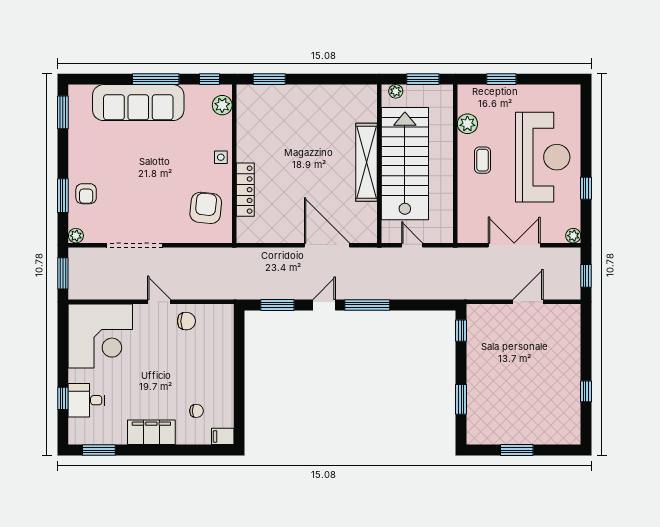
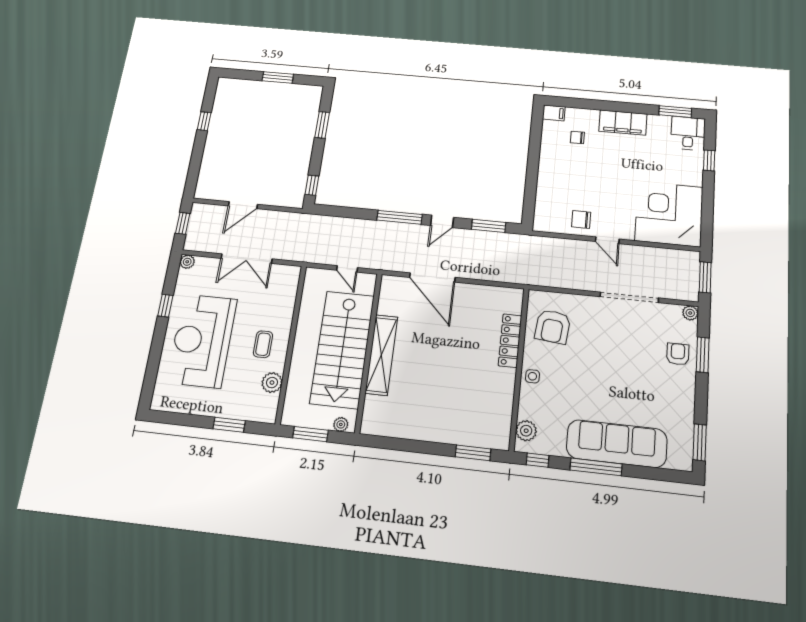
desk: (86, 400) -> (688, 133), moved, turned -90

